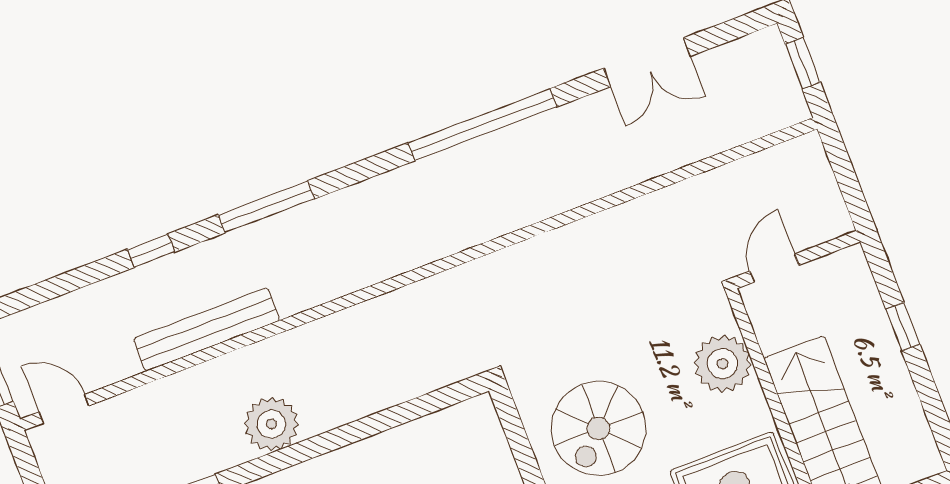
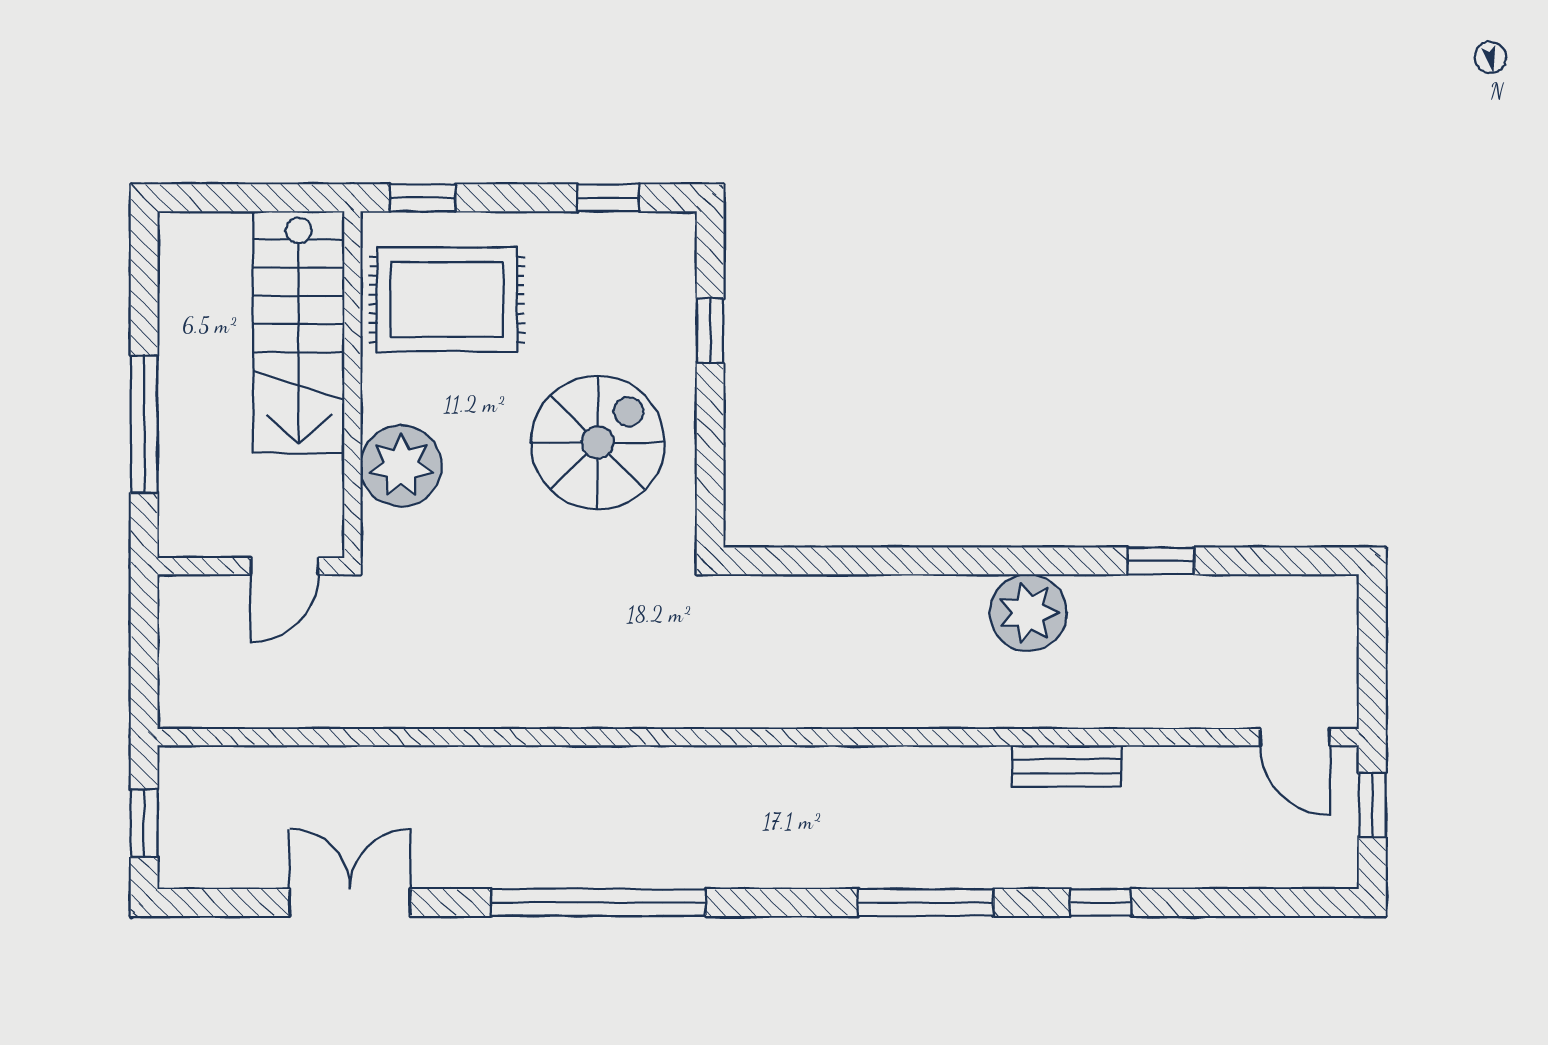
window: (903, 327) -> (144, 424), width x2.17
bench: (207, 329) -> (1067, 766), width x0.54, depth x0.82

